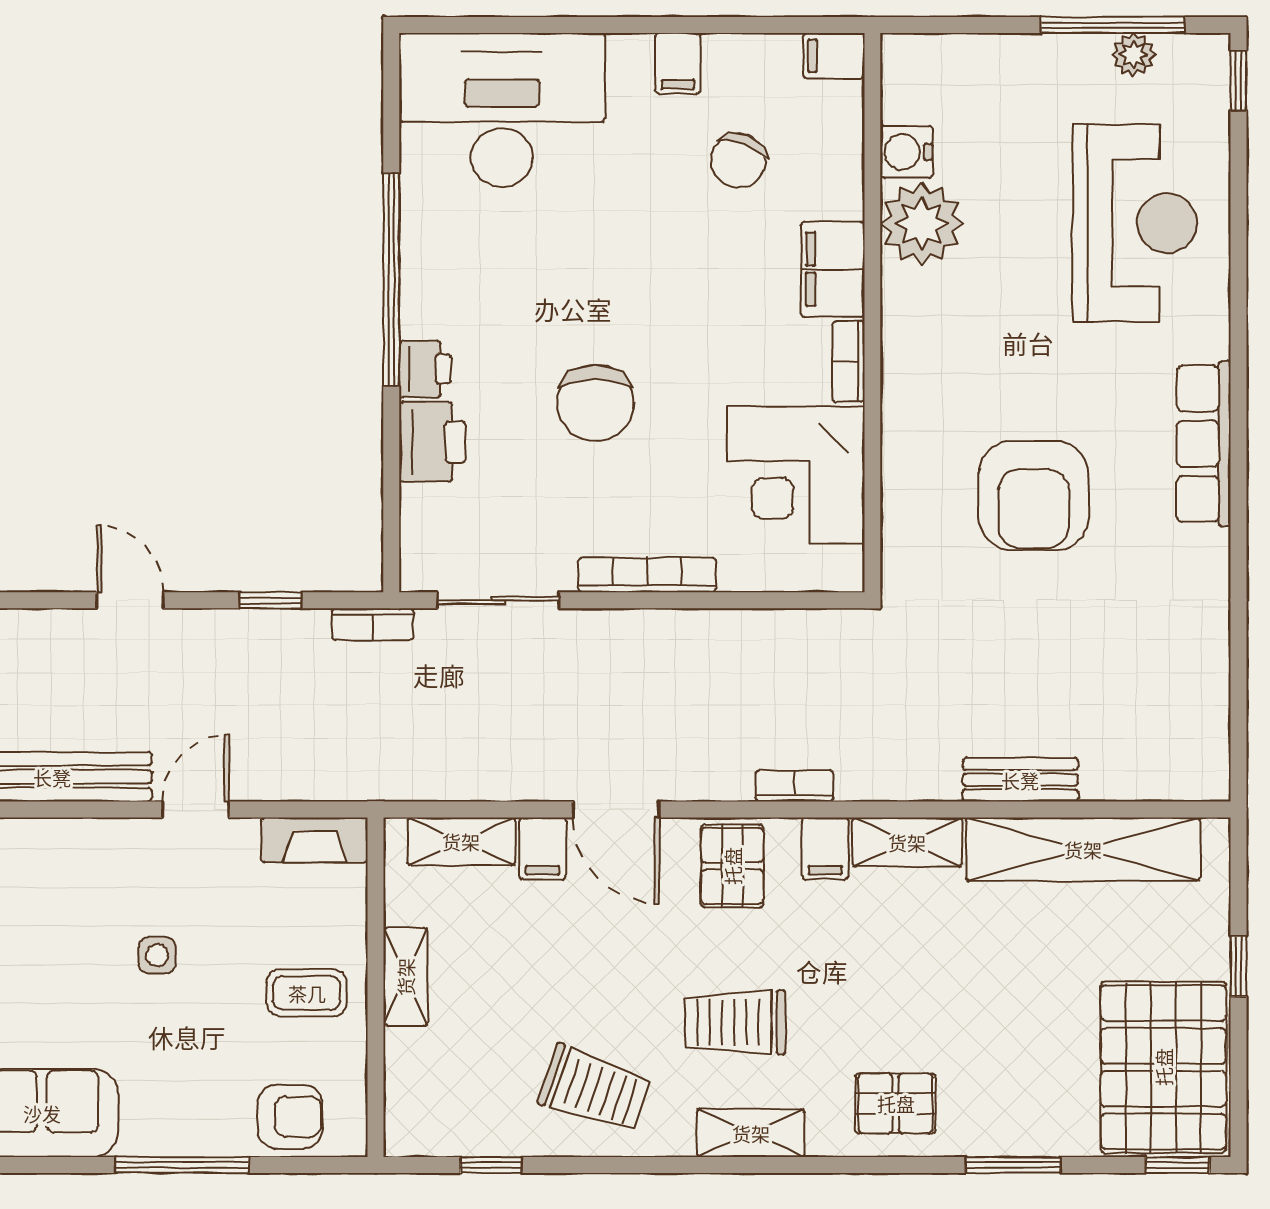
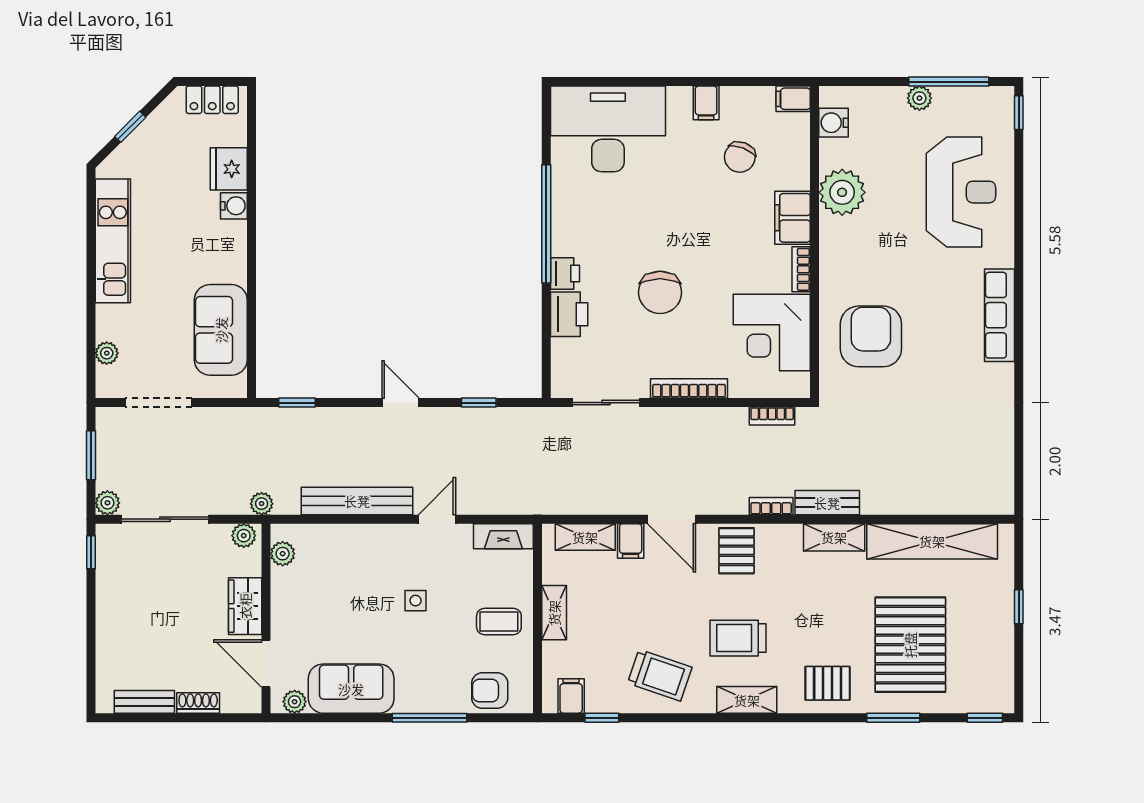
plant: (1133, 55) -> (919, 98), moved
water cooler: (906, 152) -> (834, 123), moved
armchair: (1034, 496) -> (871, 336), moved, turned 180
bookcase: (373, 624) -> (772, 416), moved
bench: (1020, 780) -> (827, 503), moved
filing cabinet: (825, 848) -> (571, 696), moved, turned 180
pallet: (1163, 1067) -> (910, 645), moved
armchair: (290, 1116) -> (490, 691), turned 180

